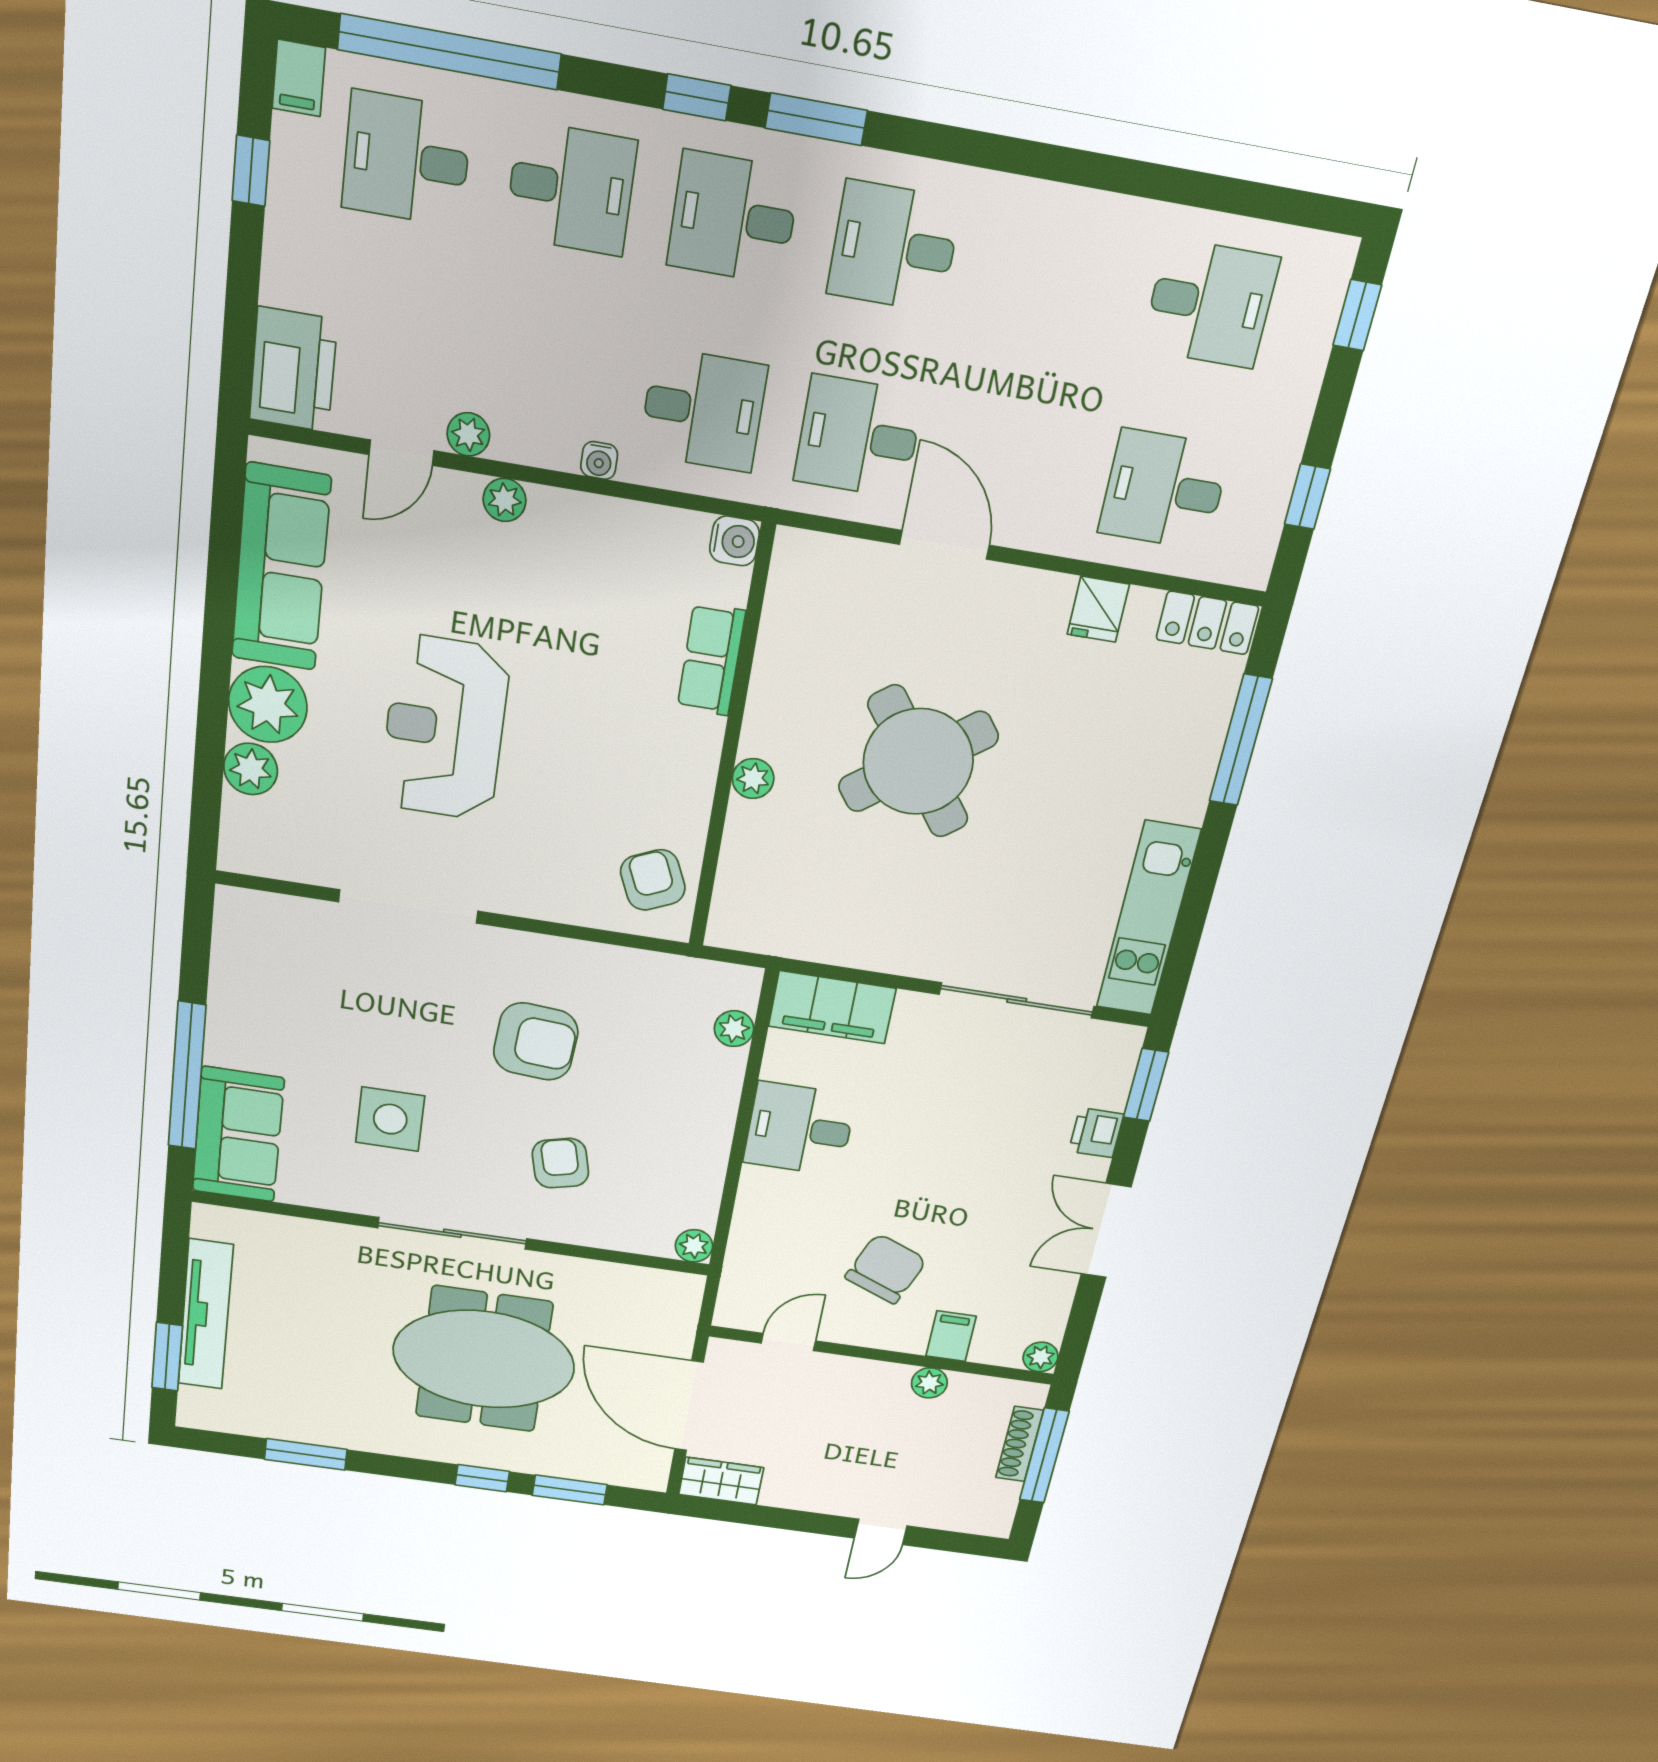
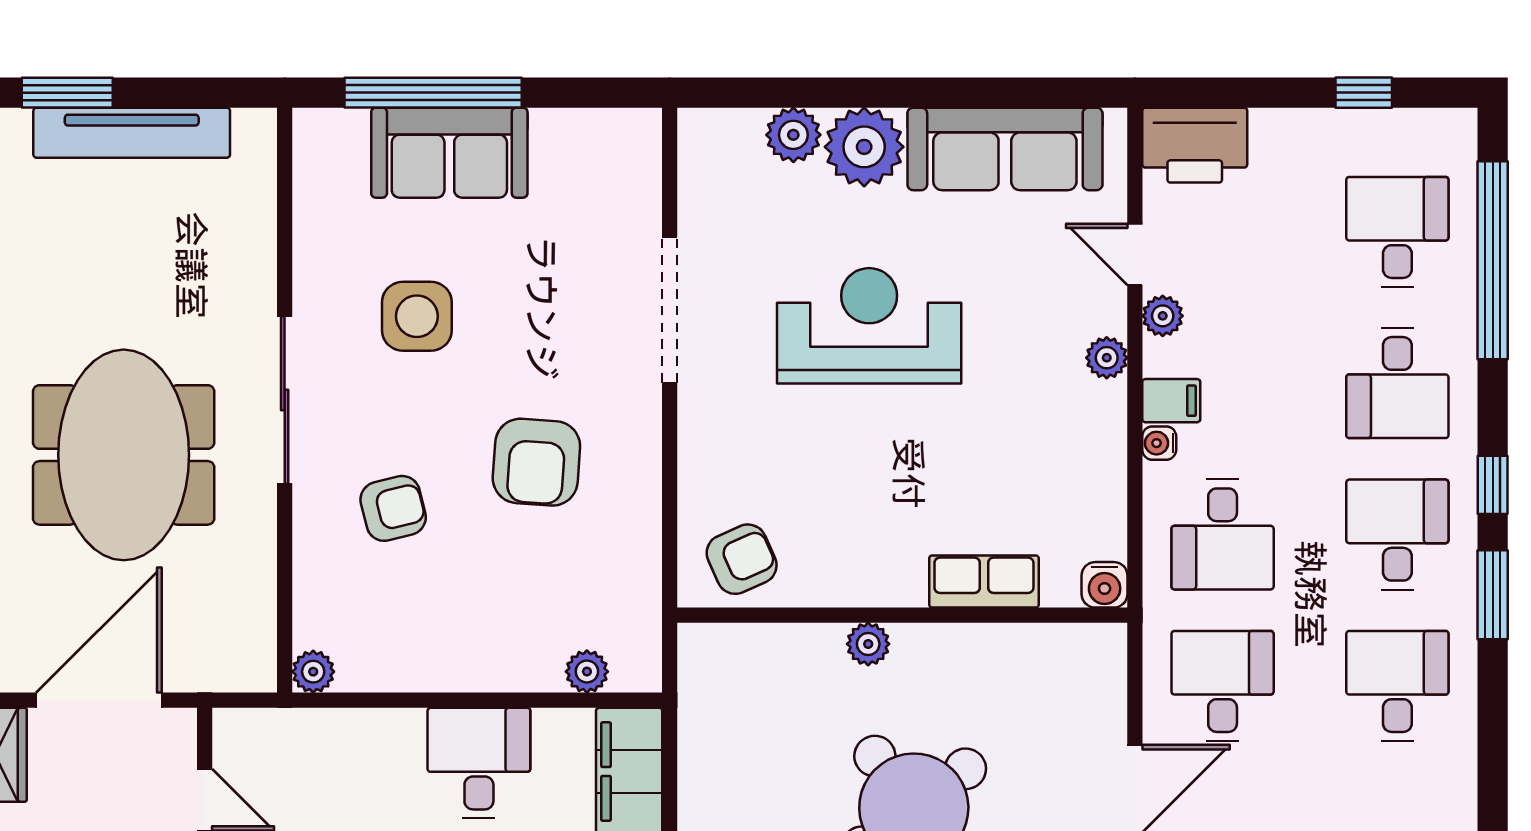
filing cabinet: (299, 78) -> (1171, 401), moved, turned 180
sofa: (238, 1135) -> (449, 153), moved

